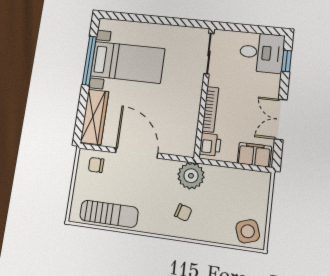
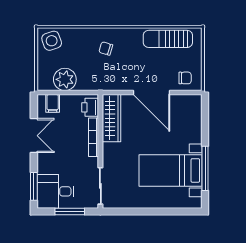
window: (248, 29) -> (70, 212), added
window: (286, 61) -> (34, 186), width x1.50
wardrobe: (95, 117) -> (111, 118), moved, turned 180
filing cabinet: (254, 155) -> (53, 103), width x0.50
plant: (191, 176) -> (65, 79), moved

